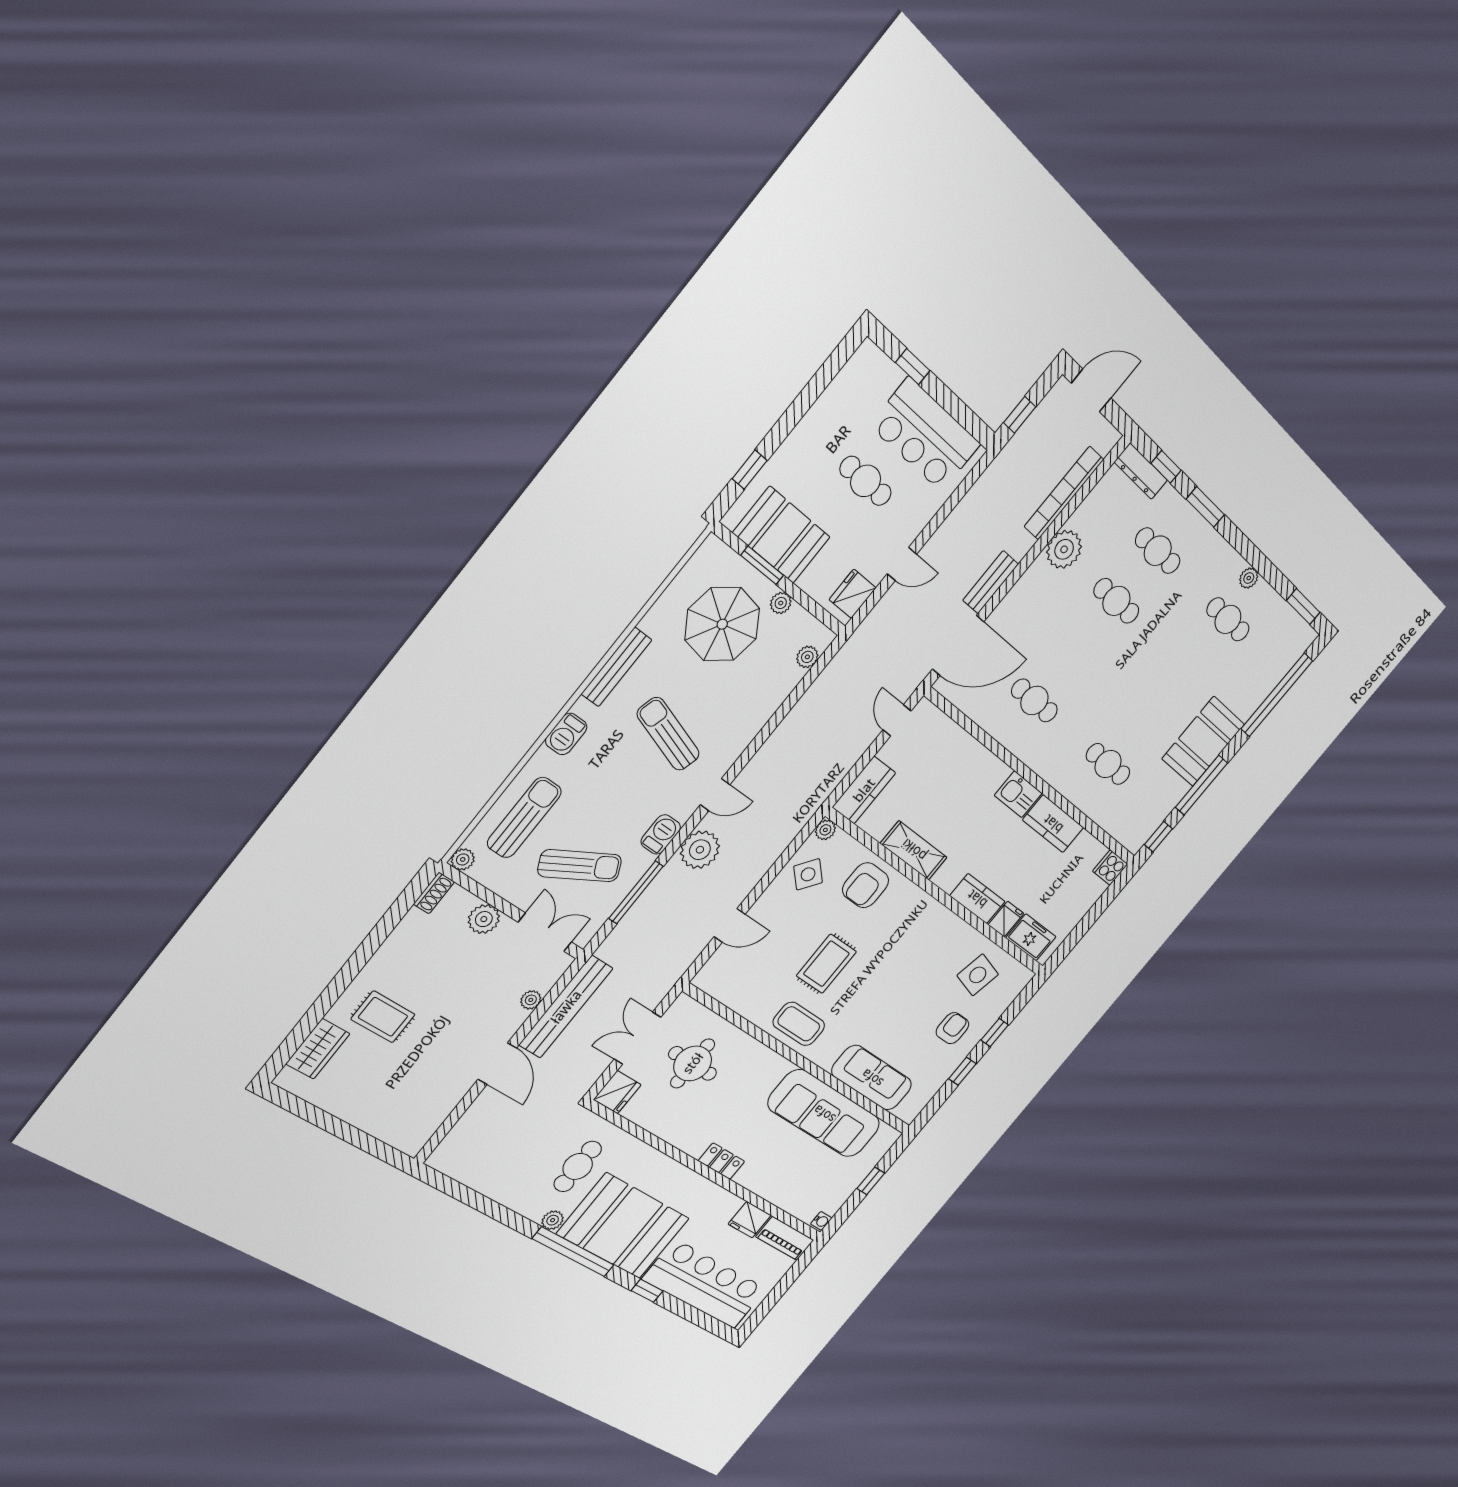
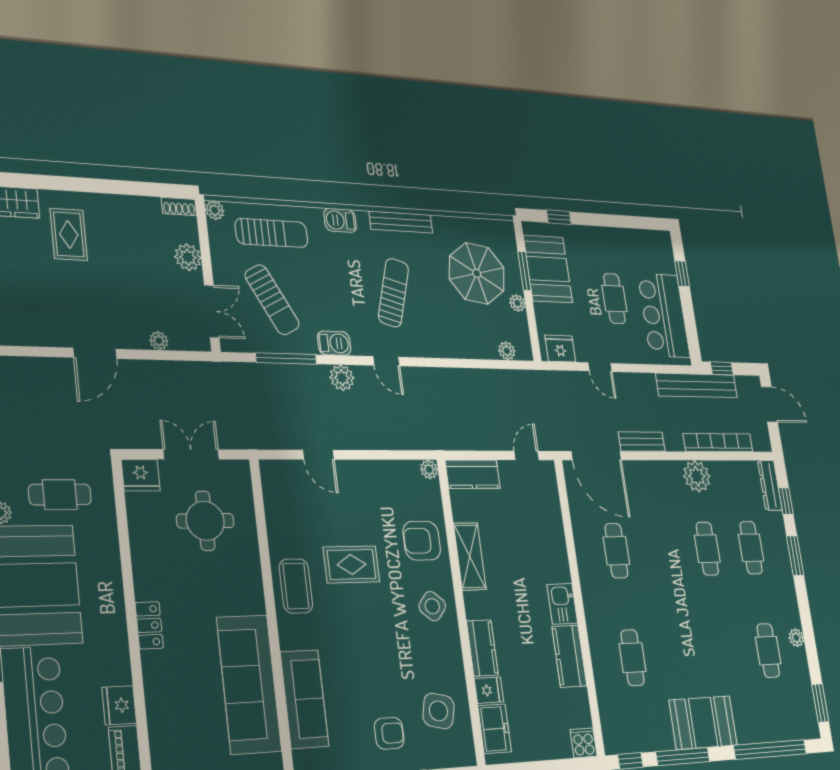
plant: (700, 850) -> (342, 378), width x0.73, depth x0.73
side table: (808, 874) -> (432, 606), moved
bench: (566, 1007) -> (697, 385), moved

